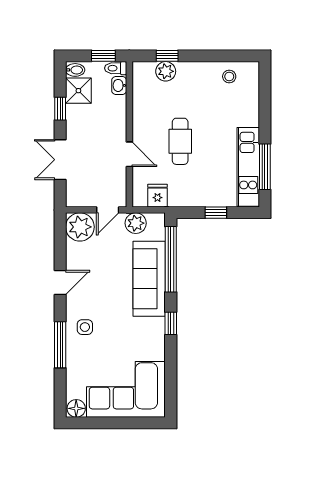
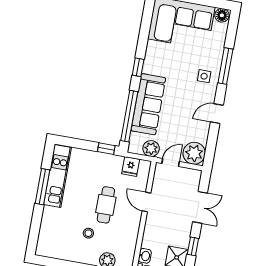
stool: (229, 76) -> (88, 233), moved
window: (265, 167) -> (42, 187), moved
window: (216, 213) -> (106, 149), moved

